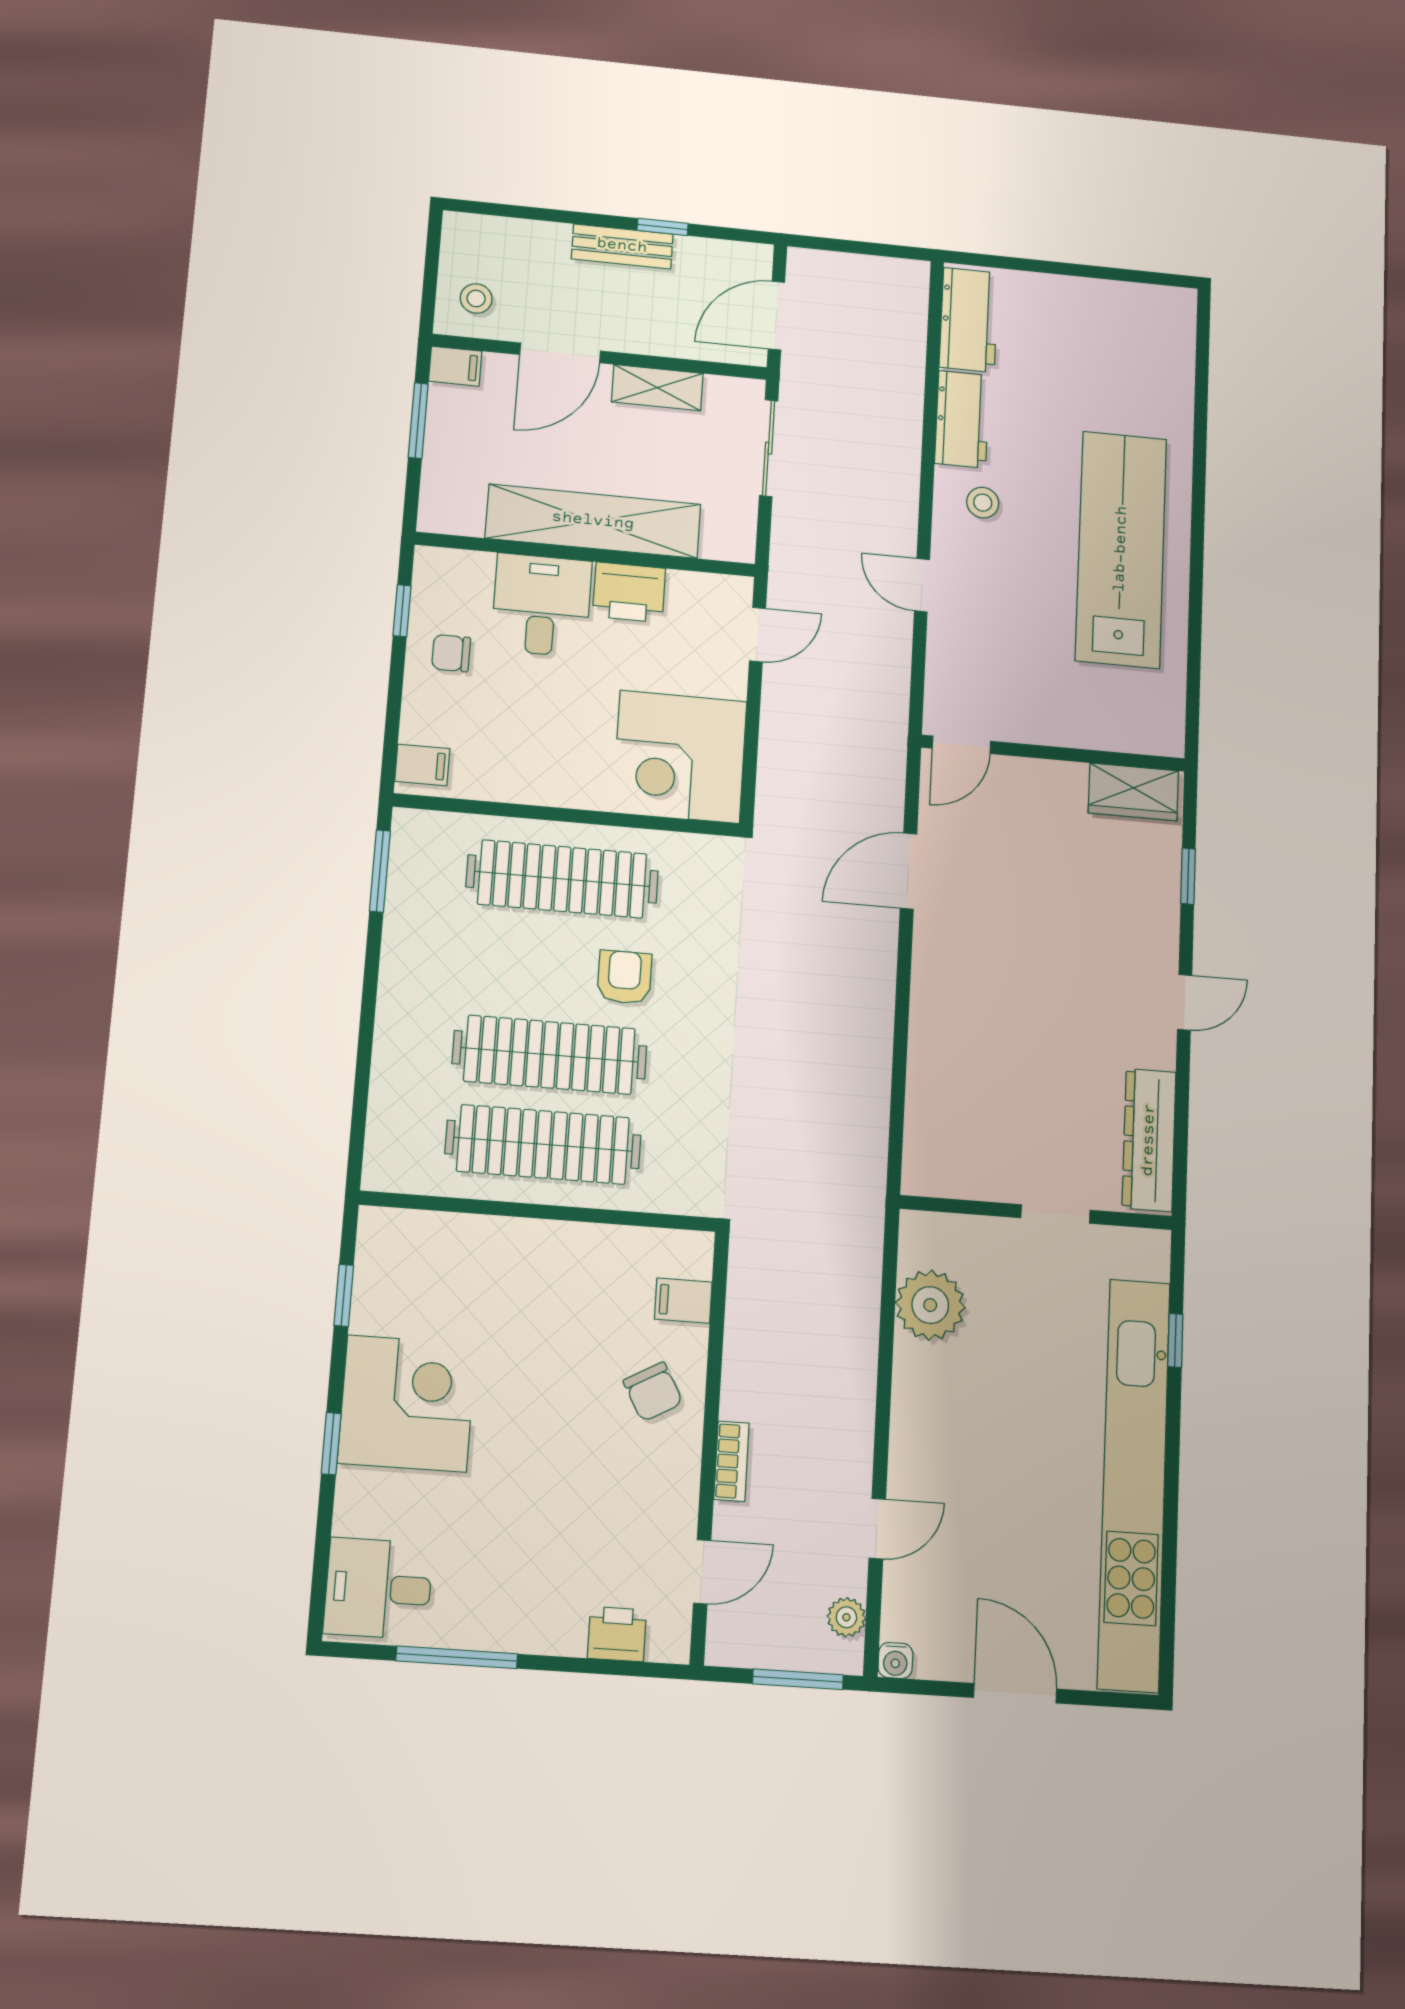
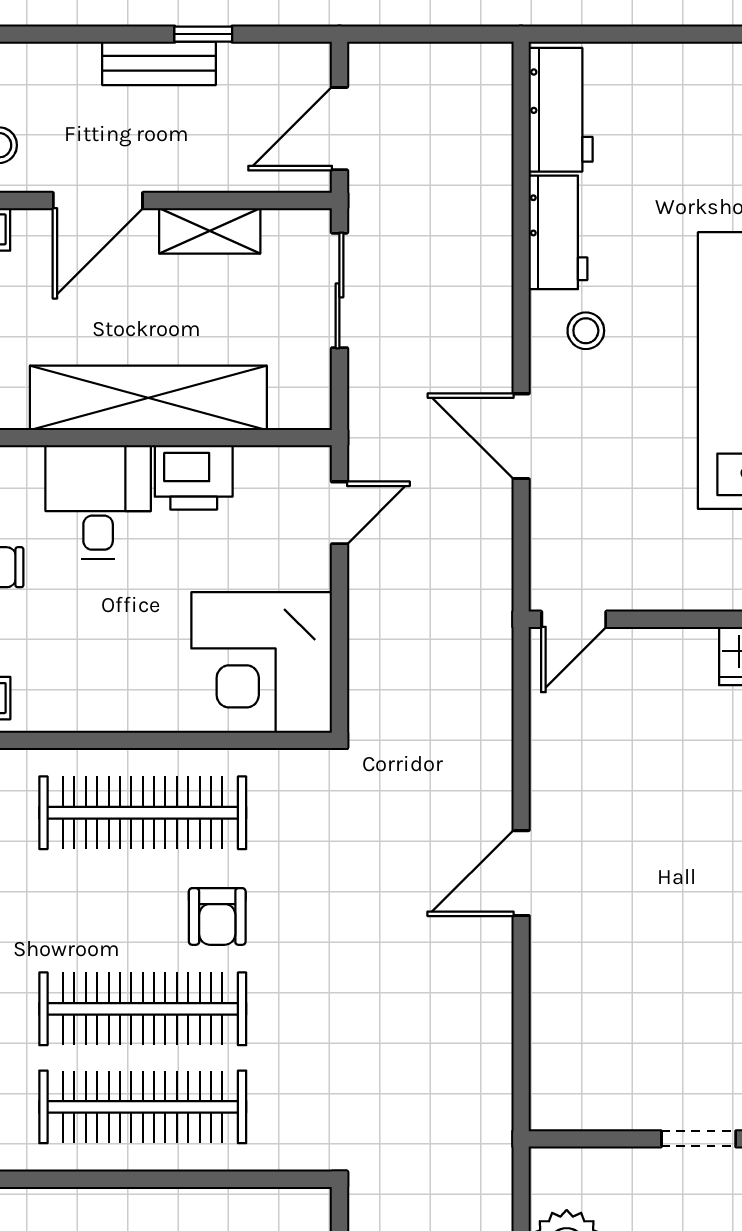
door: (922, 585) -> (521, 436), width x1.38
door: (908, 871) -> (521, 873), moved
armchair: (624, 977) -> (217, 916), turned 180

